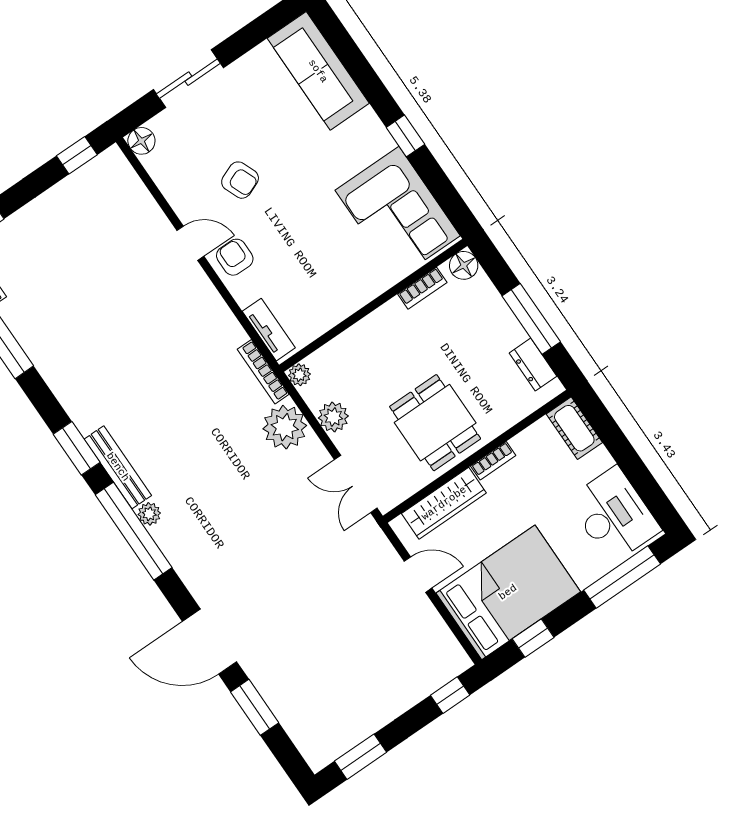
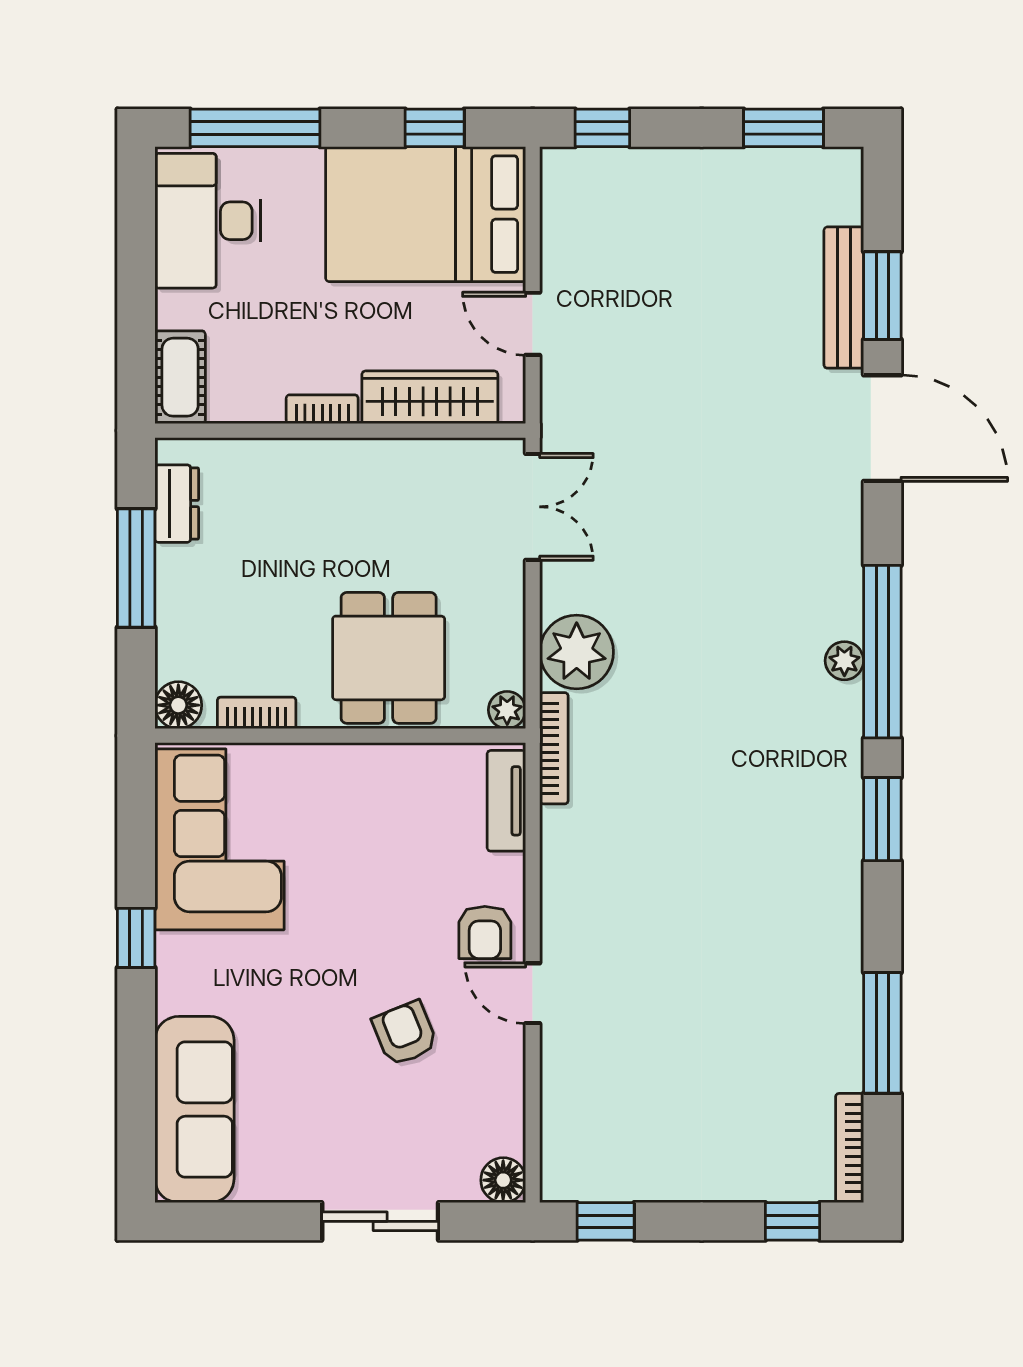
plant: (333, 417) -> (500, 620), removed
dining table: (435, 423) -> (389, 658), moved
bench: (118, 467) -> (844, 298), moved

